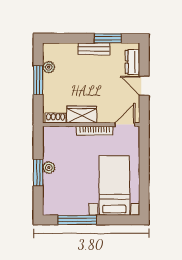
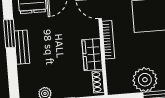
plant: (49, 168) -> (145, 80), width x1.88, depth x1.88

